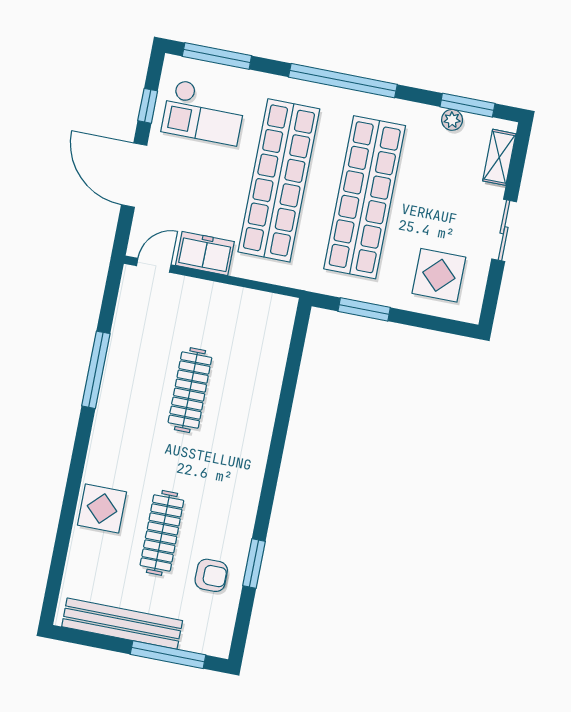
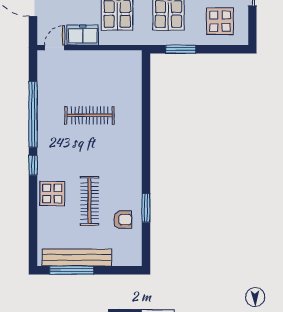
window: (96, 370) -> (33, 114), width x1.46
clothes rail: (190, 390) -> (90, 115), turned 90
window: (79, 455) -> (33, 165), added
window: (168, 655) -> (72, 270), moved

